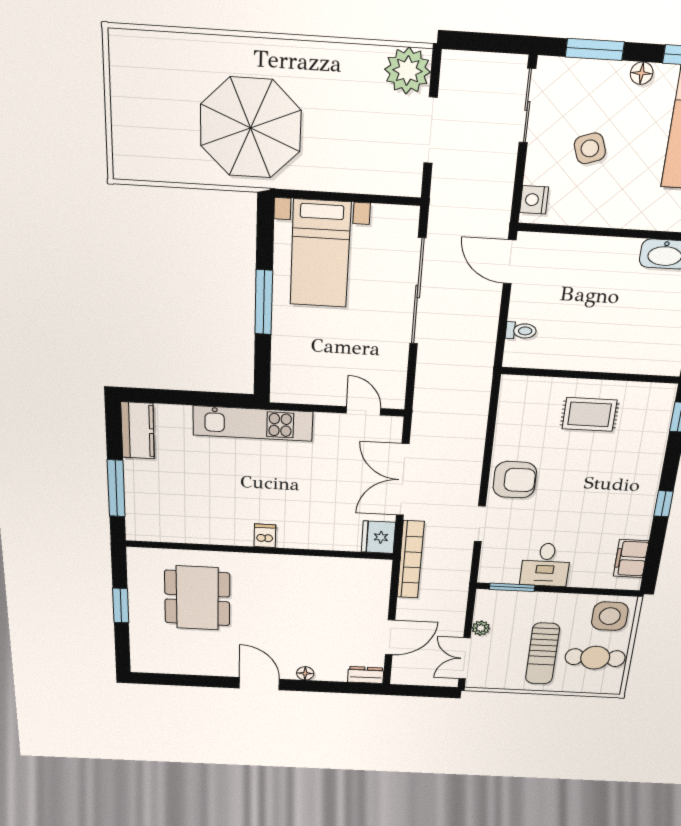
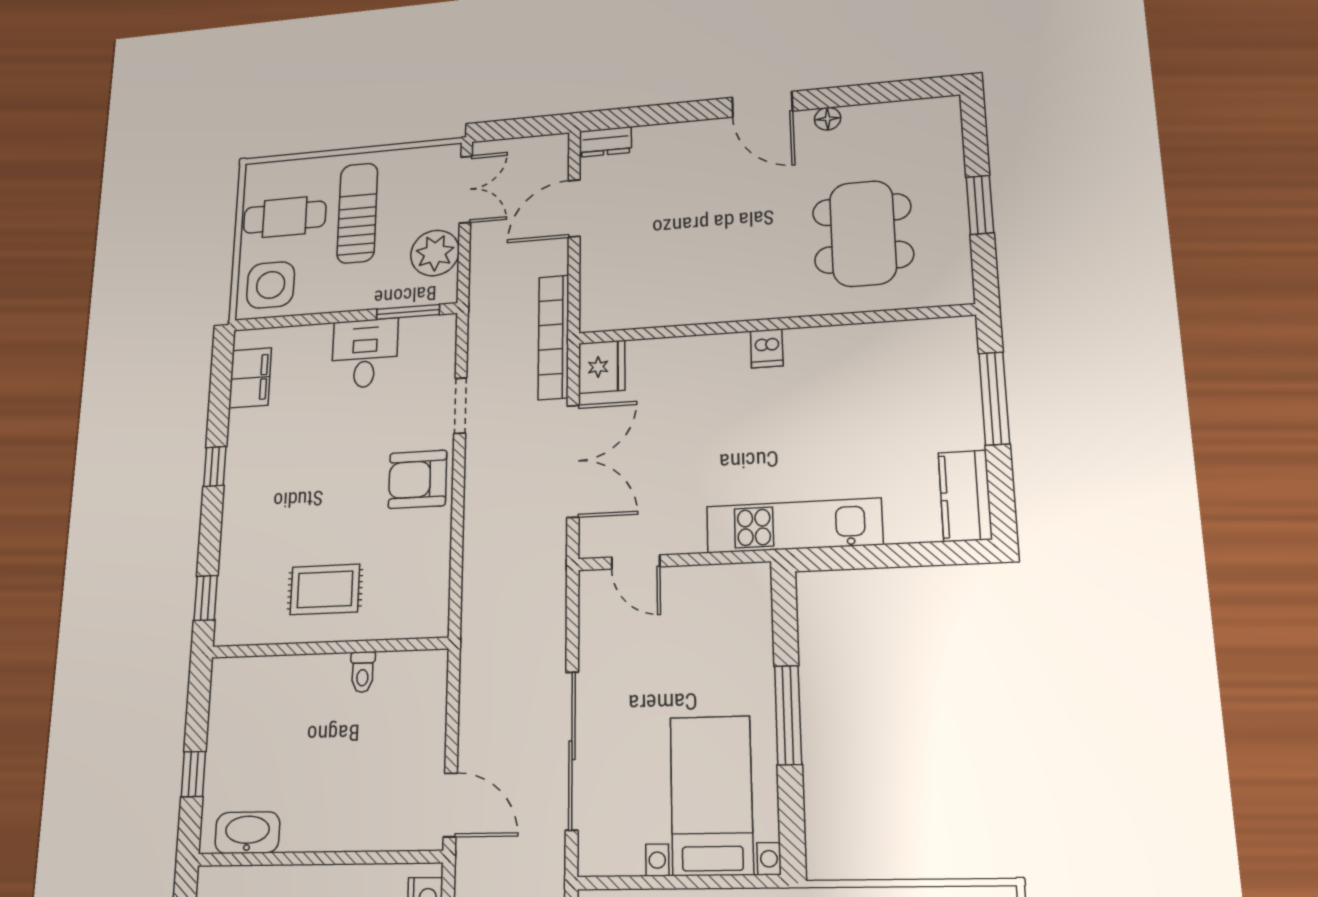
toilet: (521, 331) -> (363, 672), moved, turned -90
plant: (481, 628) -> (435, 253), width x1.88, depth x1.88
floor lamp: (305, 673) -> (828, 119), moved

